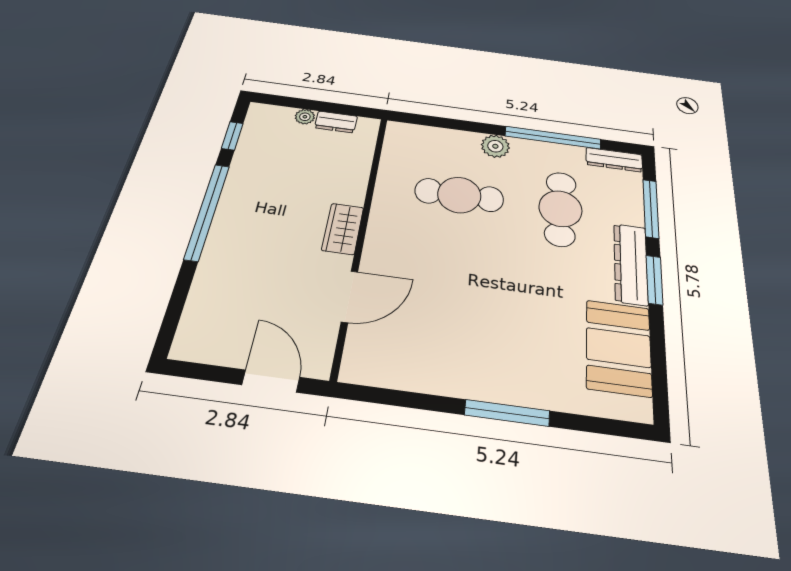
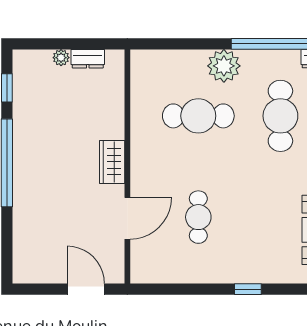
plant: (495, 146) -> (224, 66), width x1.36, depth x1.36
cafe table: (446, 308) -> (198, 217), added
window: (507, 413) -> (248, 289), width x0.46

